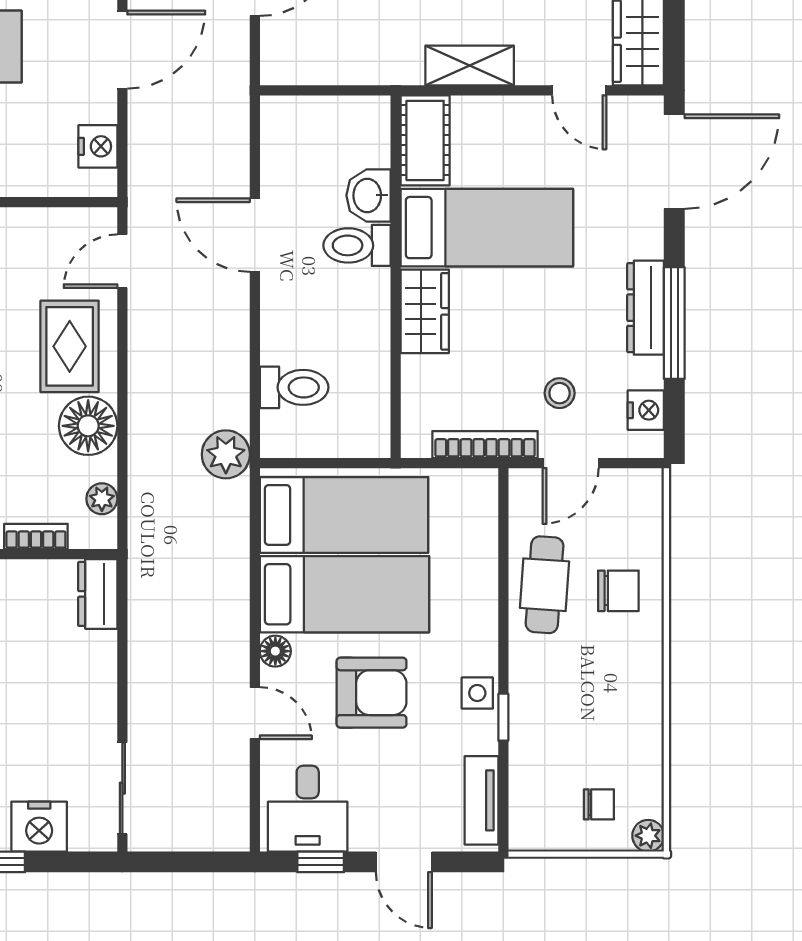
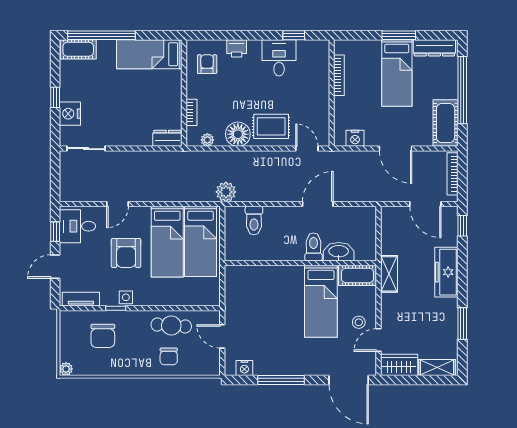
shelving: (470, 65) -> (389, 274), moved
washbasin: (369, 195) -> (339, 252), width x1.38
dresser: (646, 308) -> (287, 368), removed
wardrobe: (425, 311) -> (286, 275), removed
stool: (560, 393) -> (359, 322), moved
bookcase: (485, 445) -> (230, 301), removed
floor lamp: (275, 651) -> (143, 213), removed
chair: (599, 804) -> (103, 336), moved, width x1.87, depth x1.87

